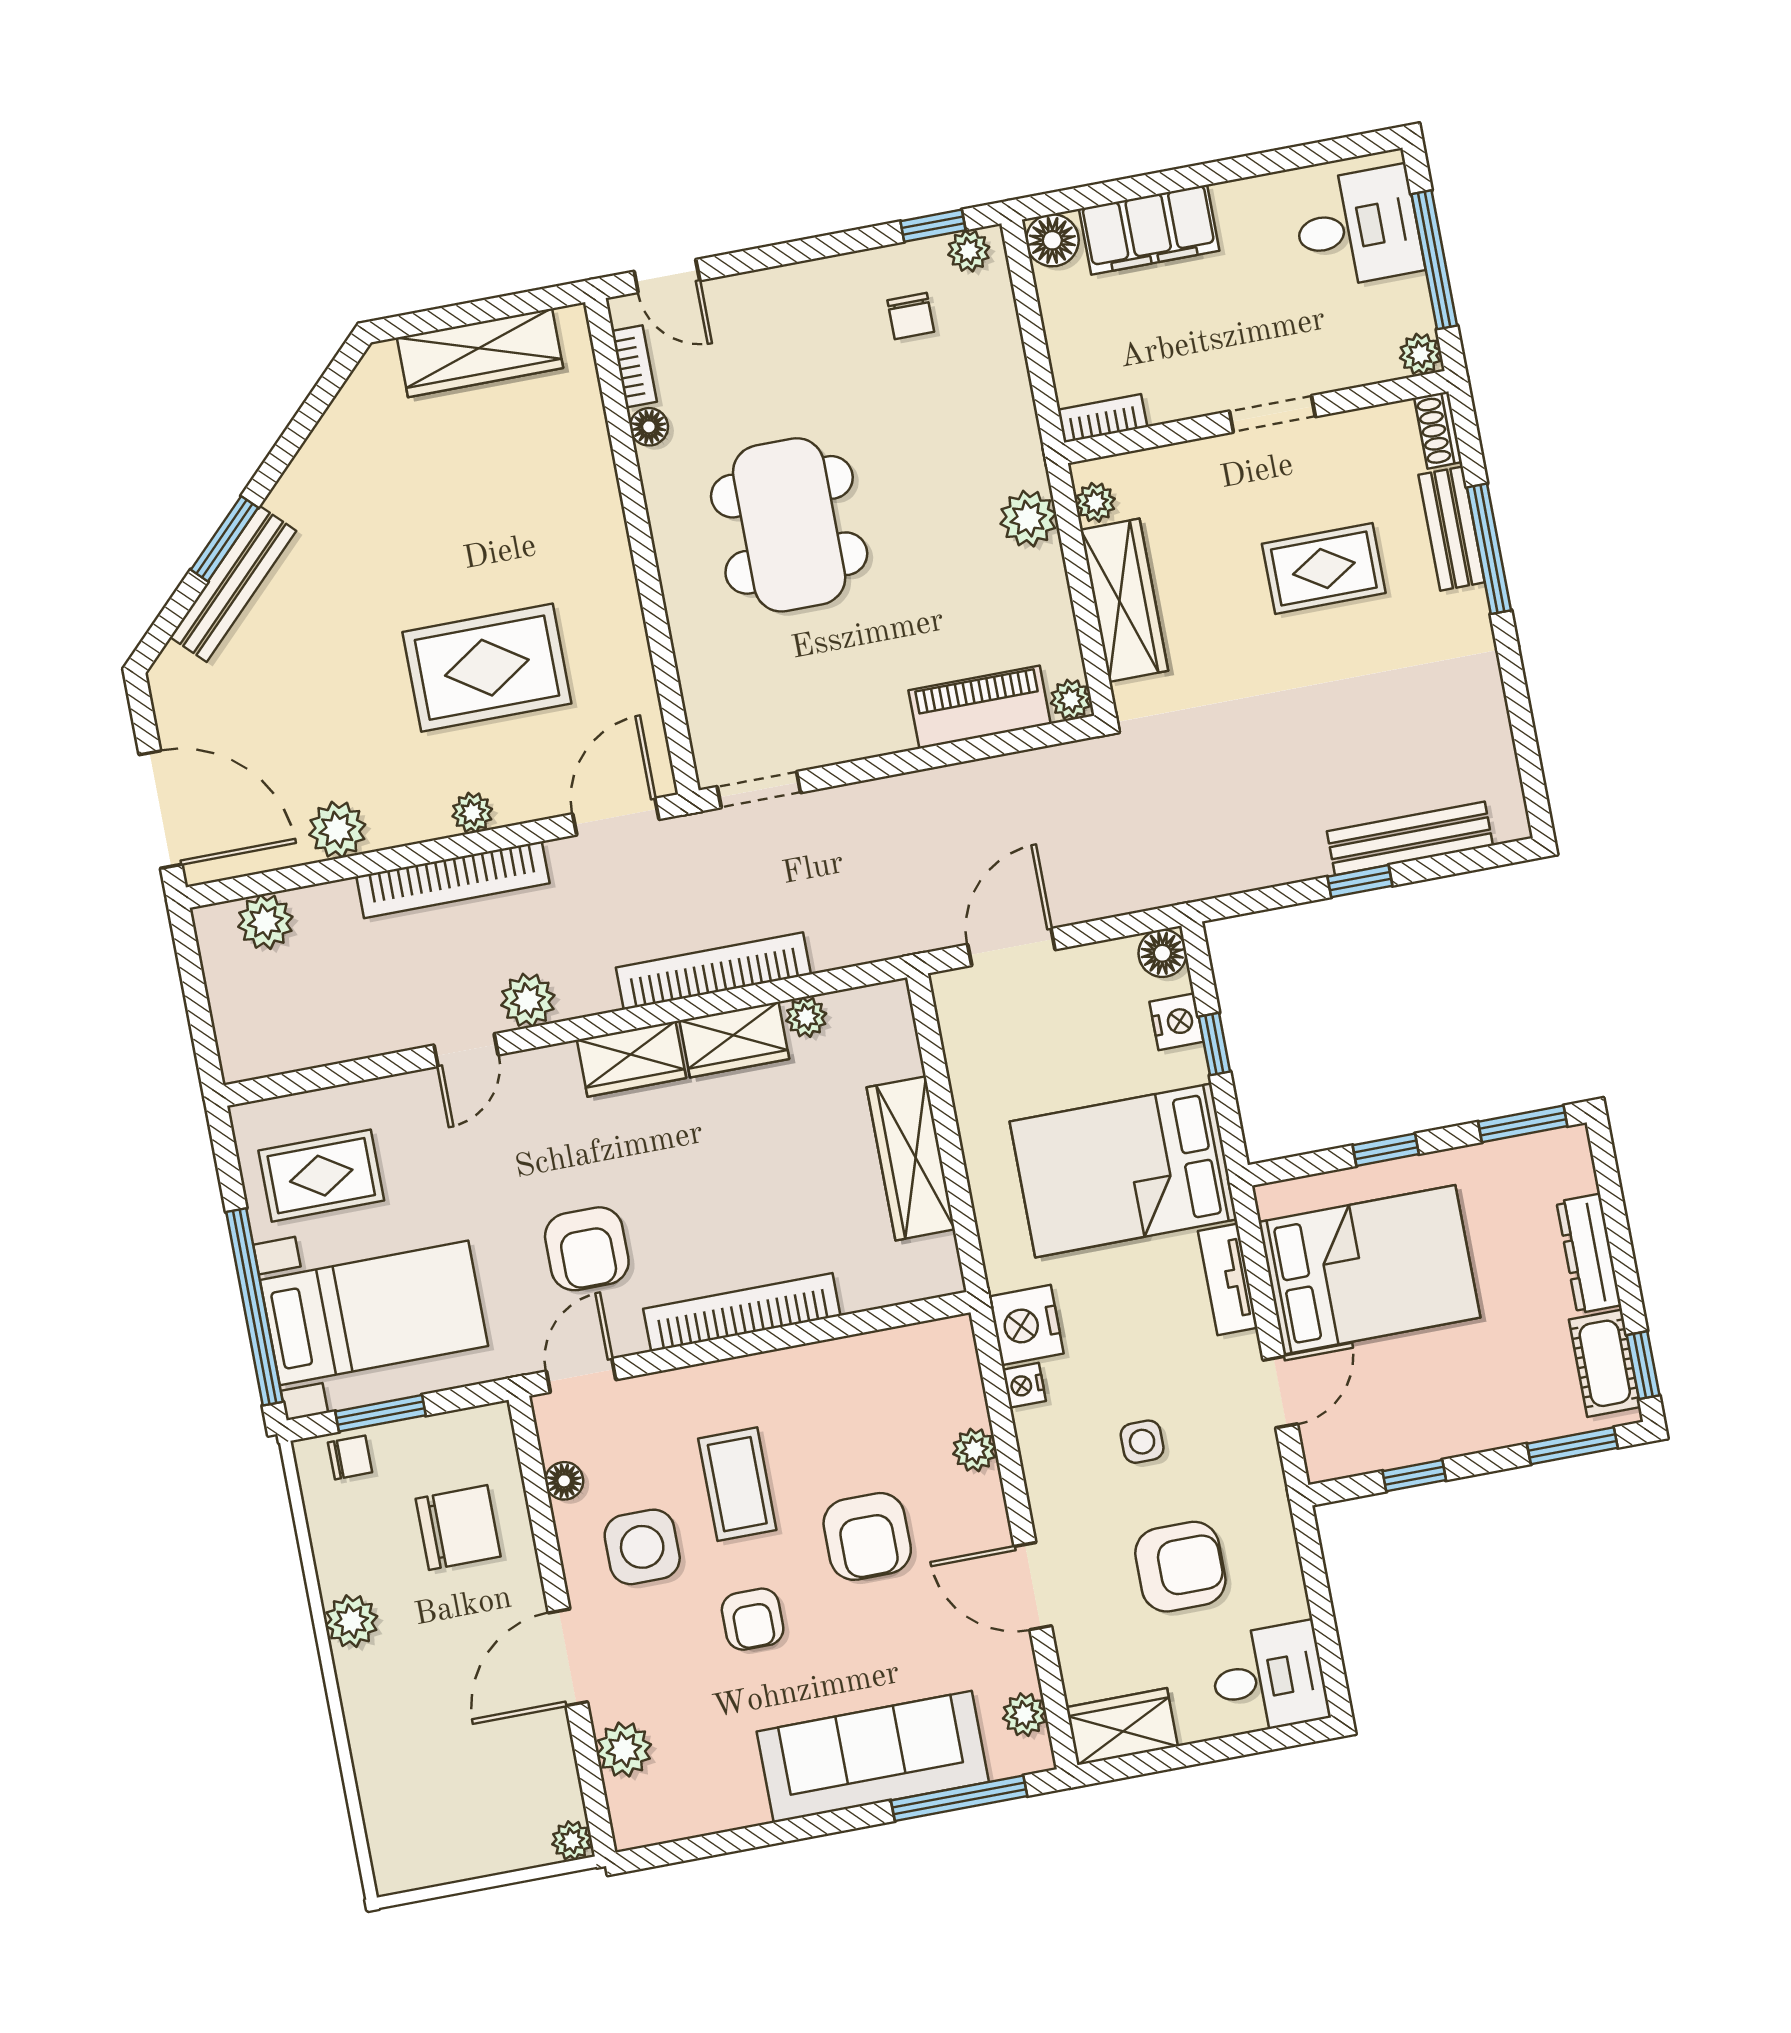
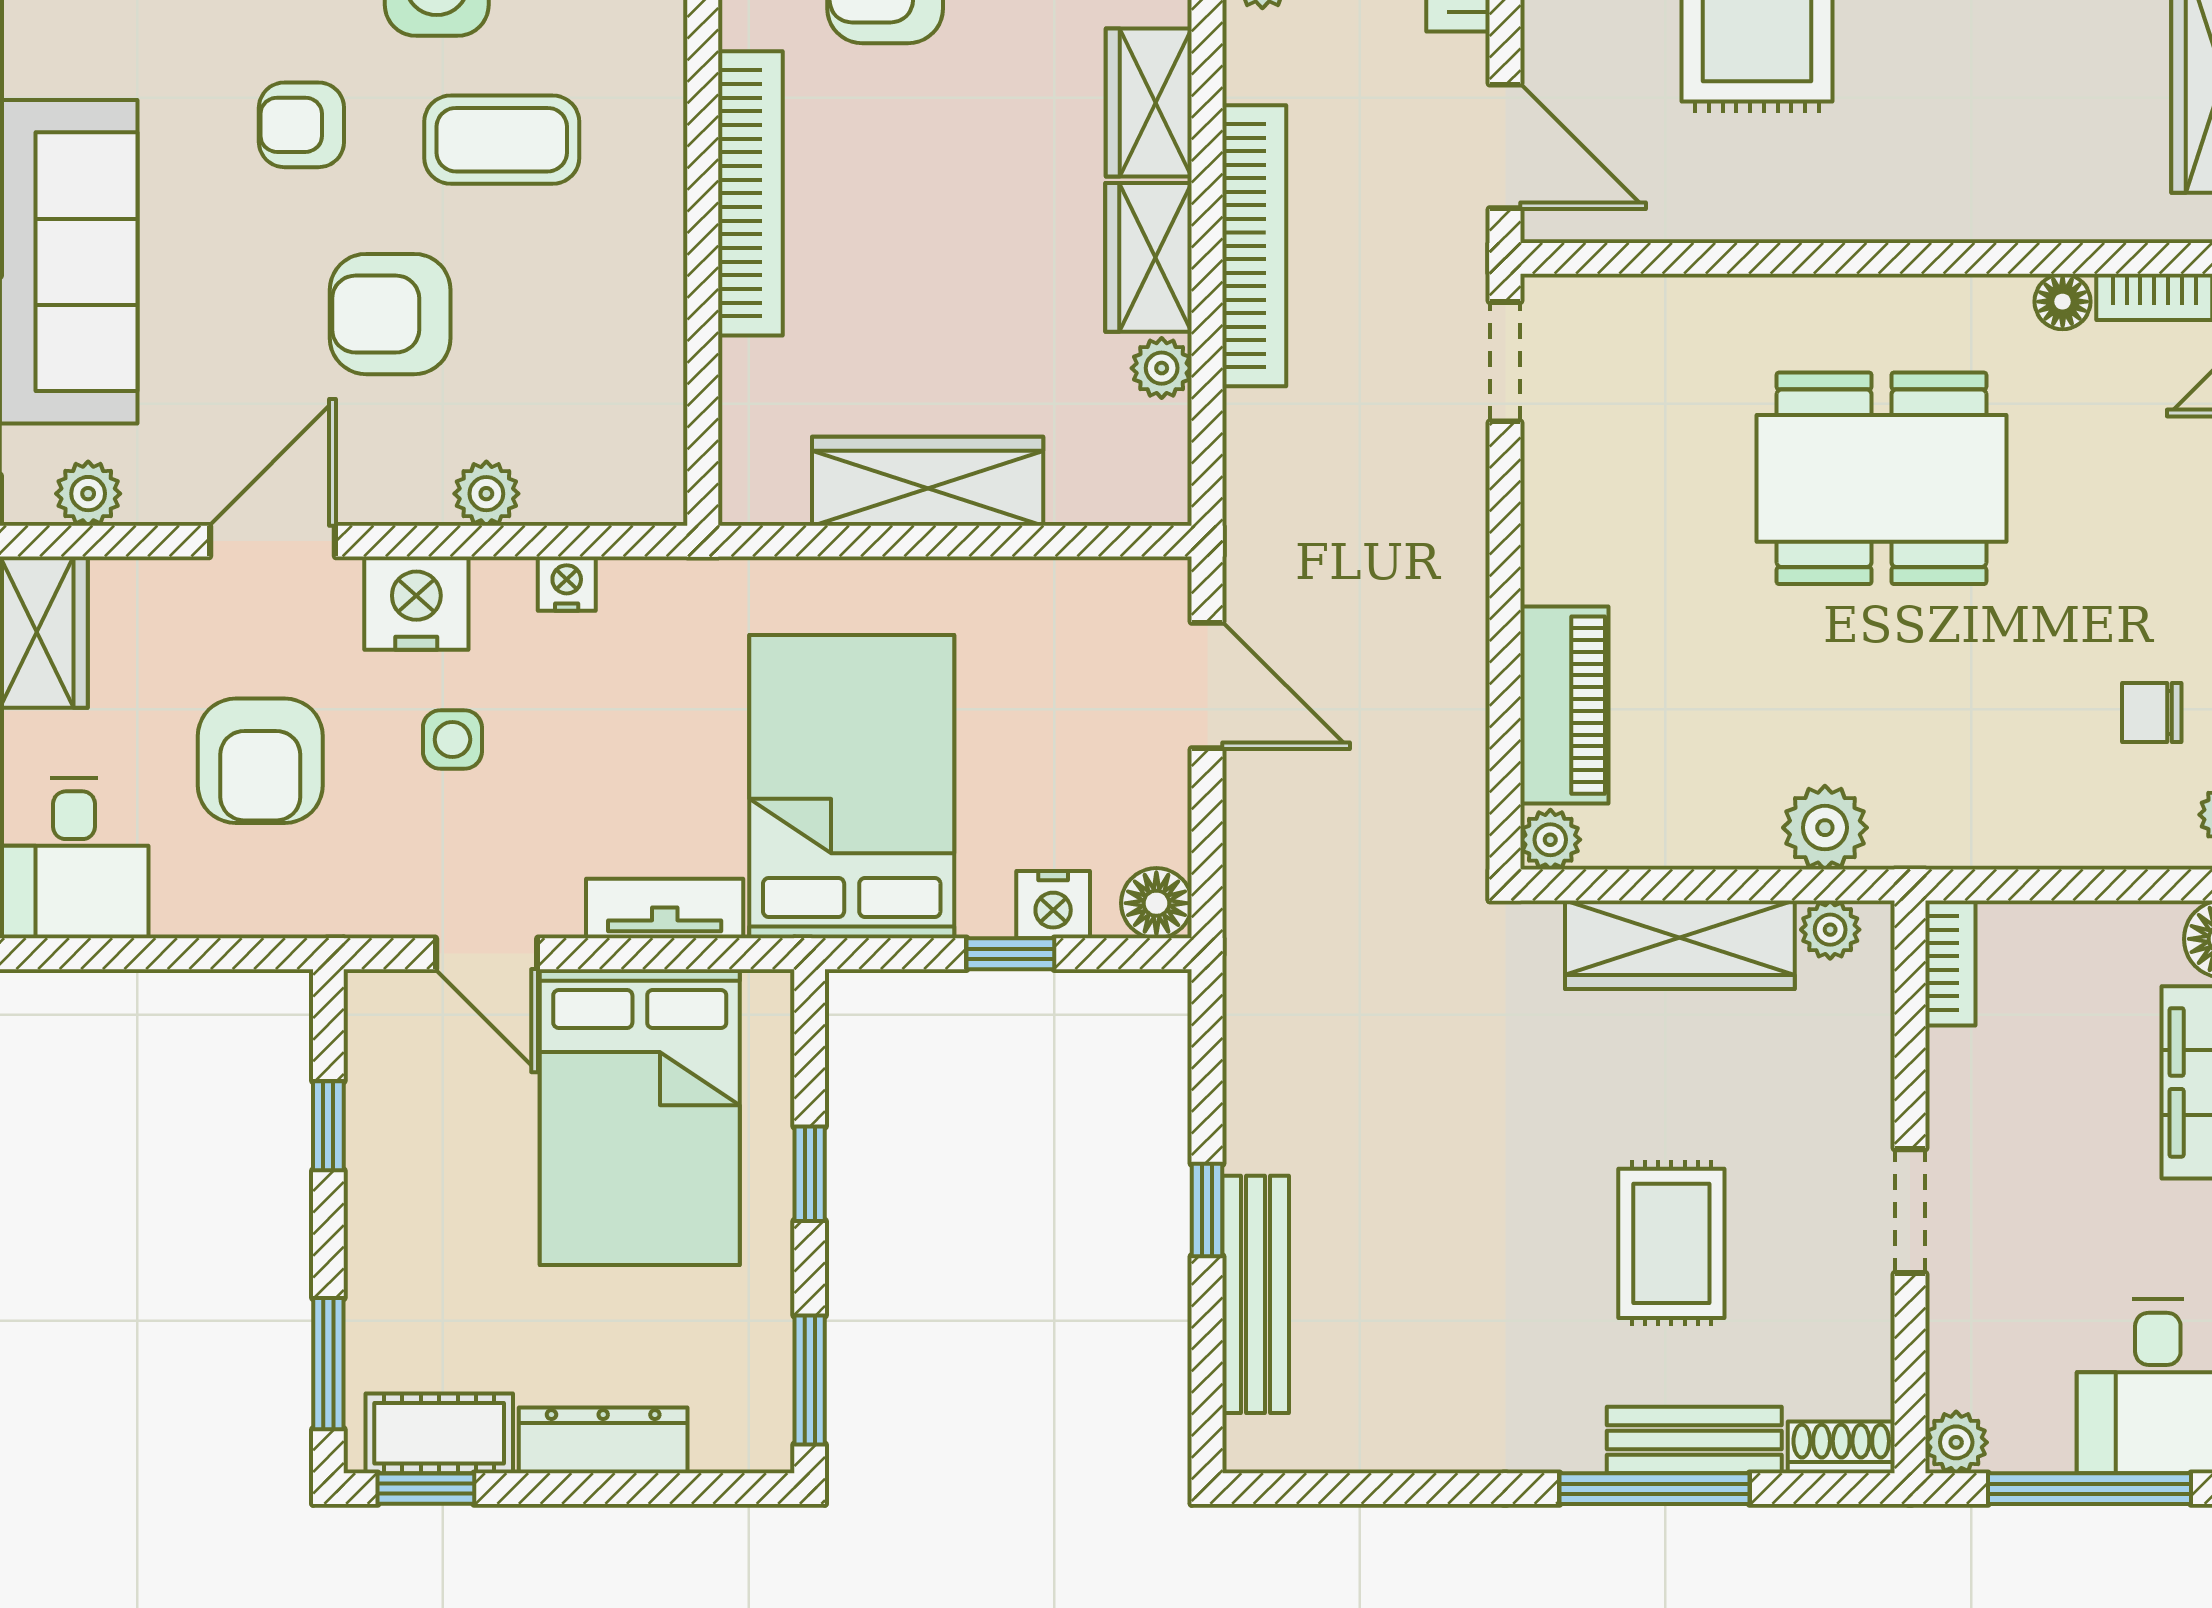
nightstand: (1026, 1325) -> (416, 603), moved

